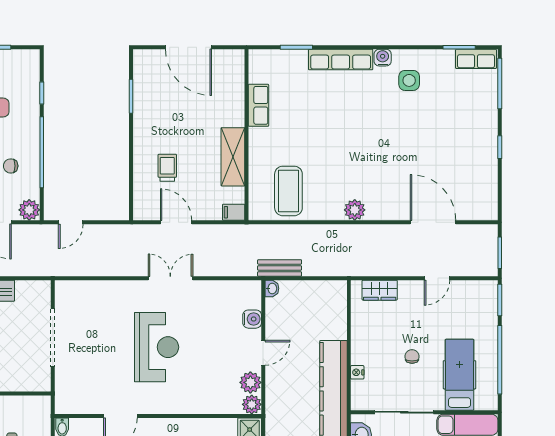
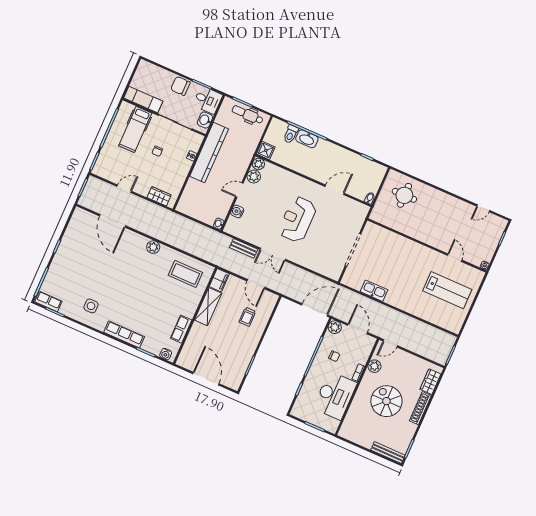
water cooler: (383, 58) -> (166, 354), moved
coffee table: (288, 191) -> (185, 274), turned 90
filing cabinet: (234, 212) -> (219, 280), width x2.00
door: (71, 222) -> (315, 310), width x1.88
bench: (280, 268) -> (244, 248), moved

